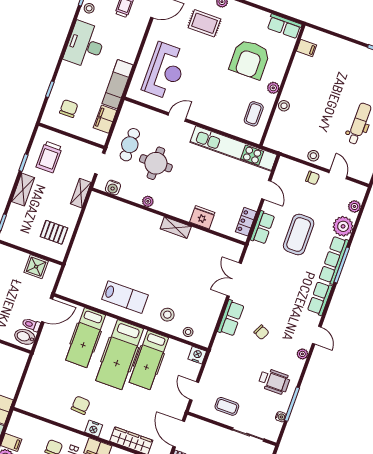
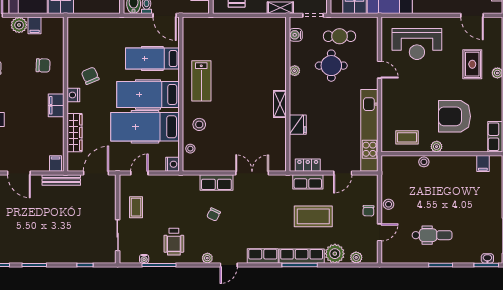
hospital bed: (149, 360) -> (145, 127), width x1.37, depth x1.29
chair: (81, 405) -> (90, 76), turned -117

